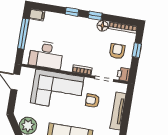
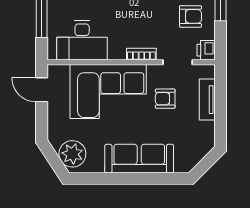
armchair: (117, 51) -> (190, 16), turned 90
tv unit: (118, 111) -> (207, 100), width x0.71

